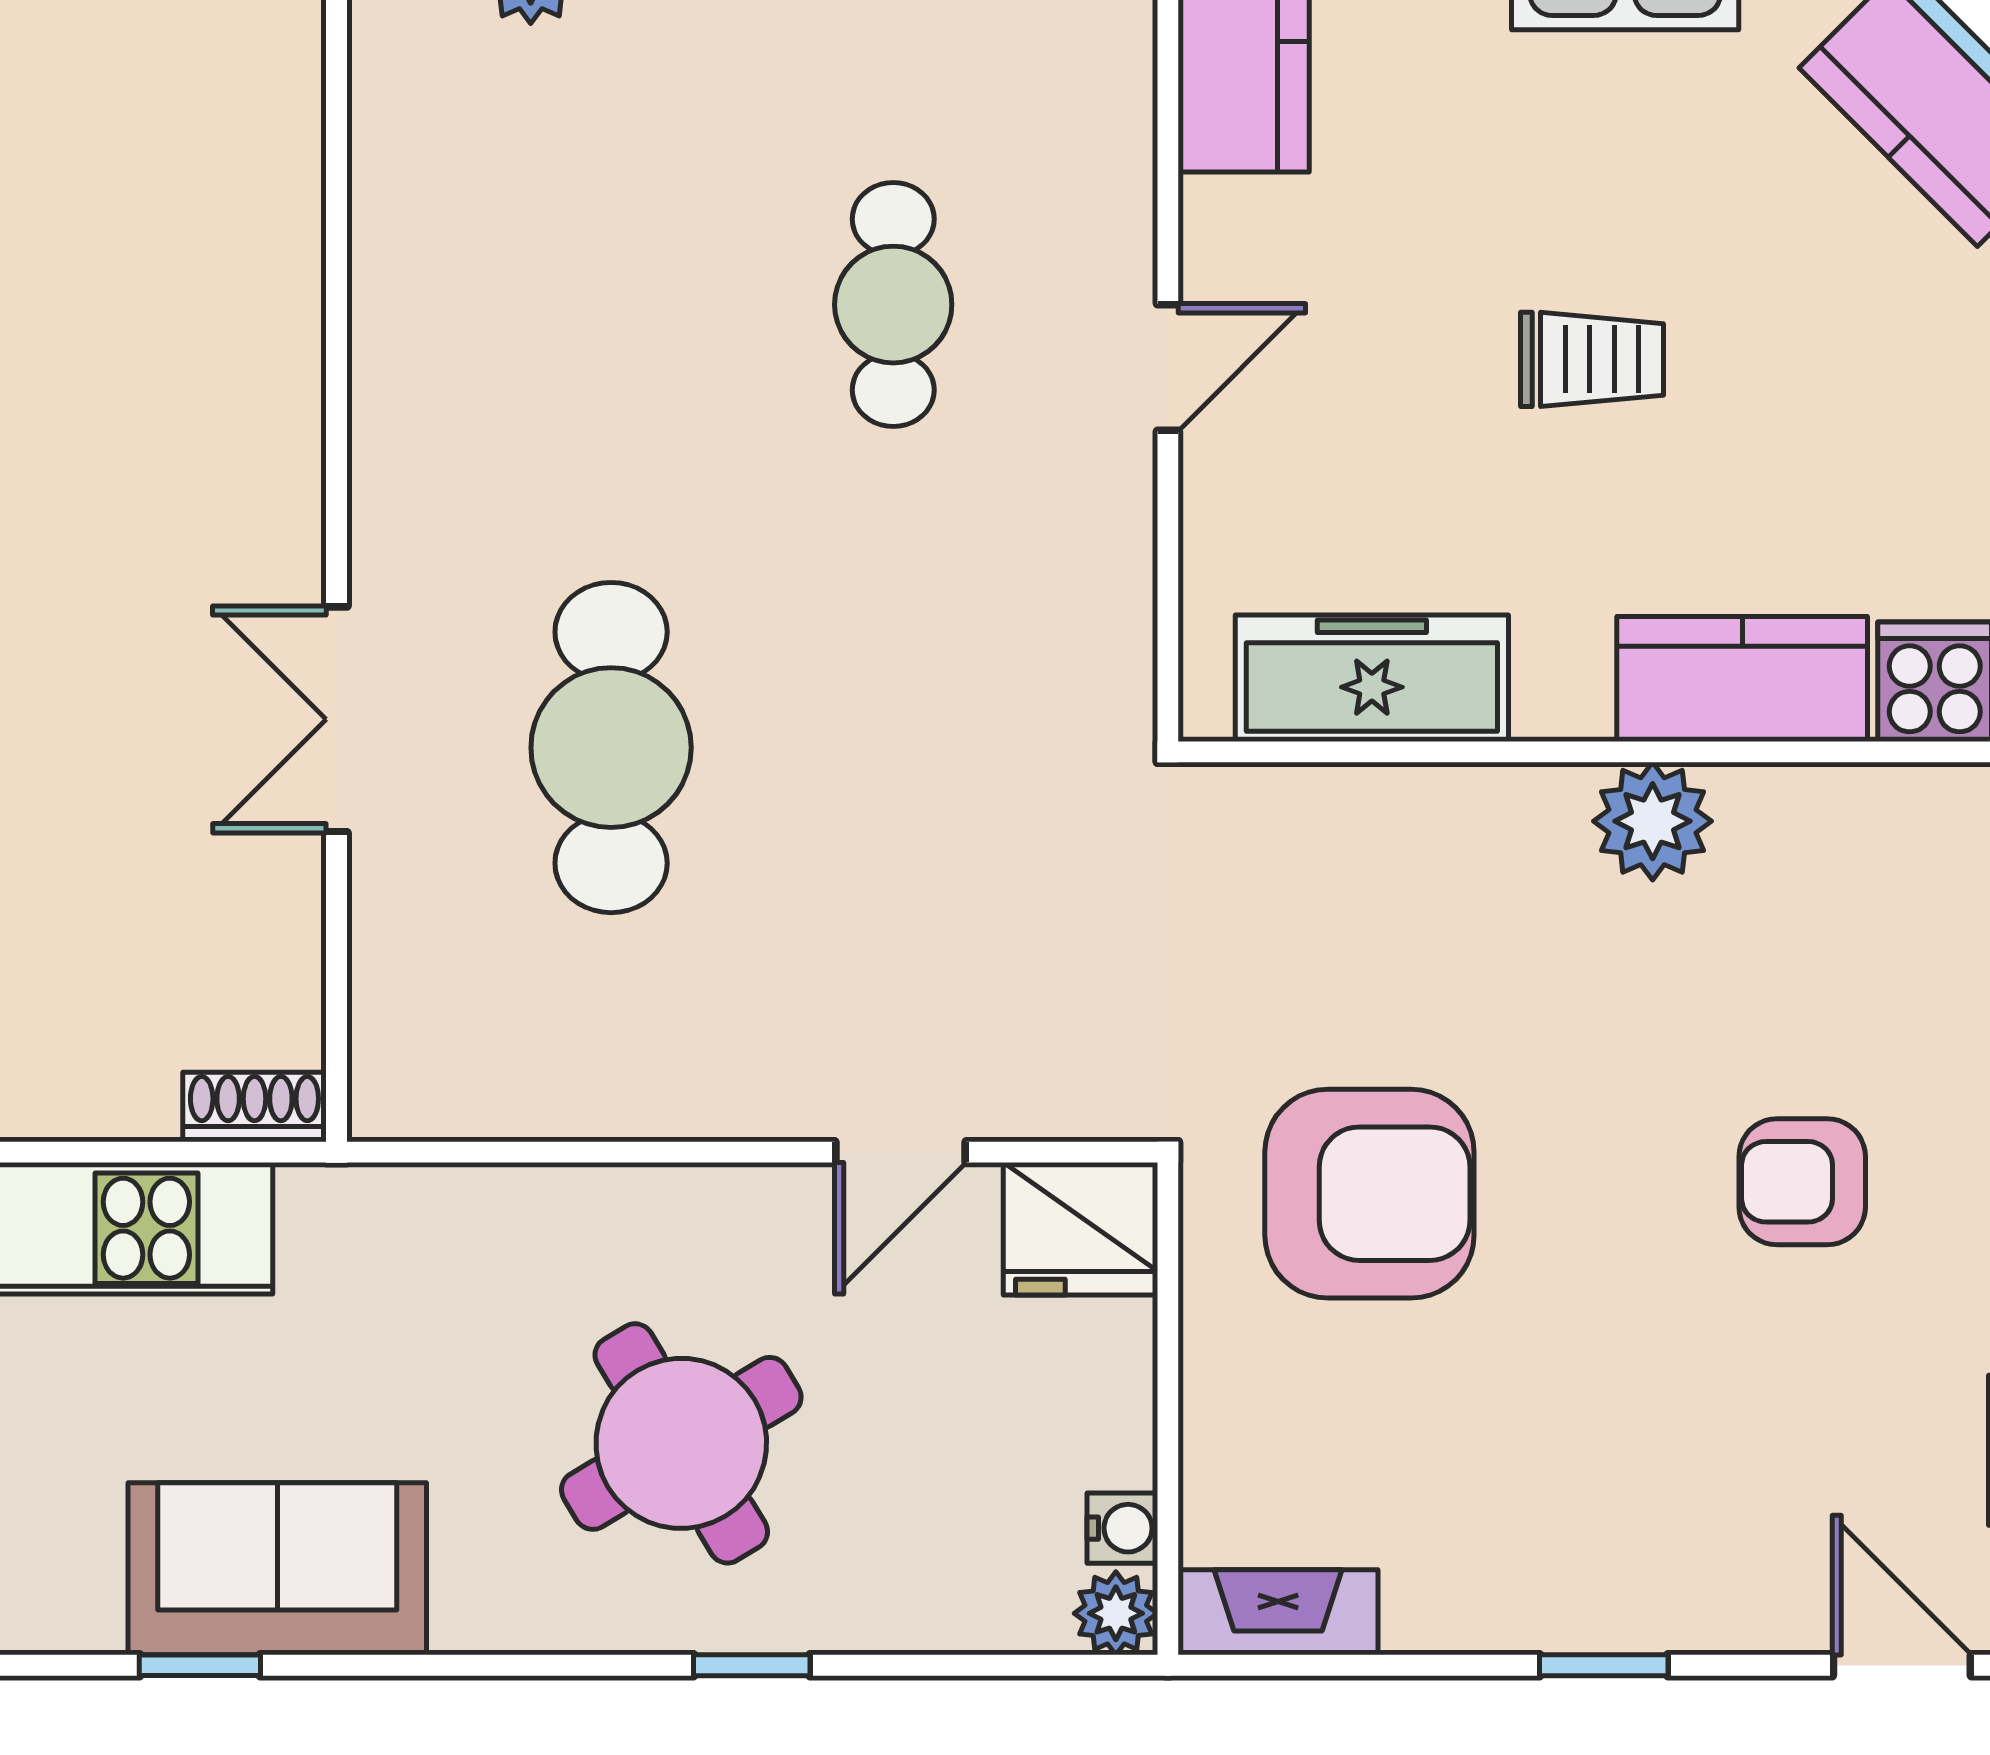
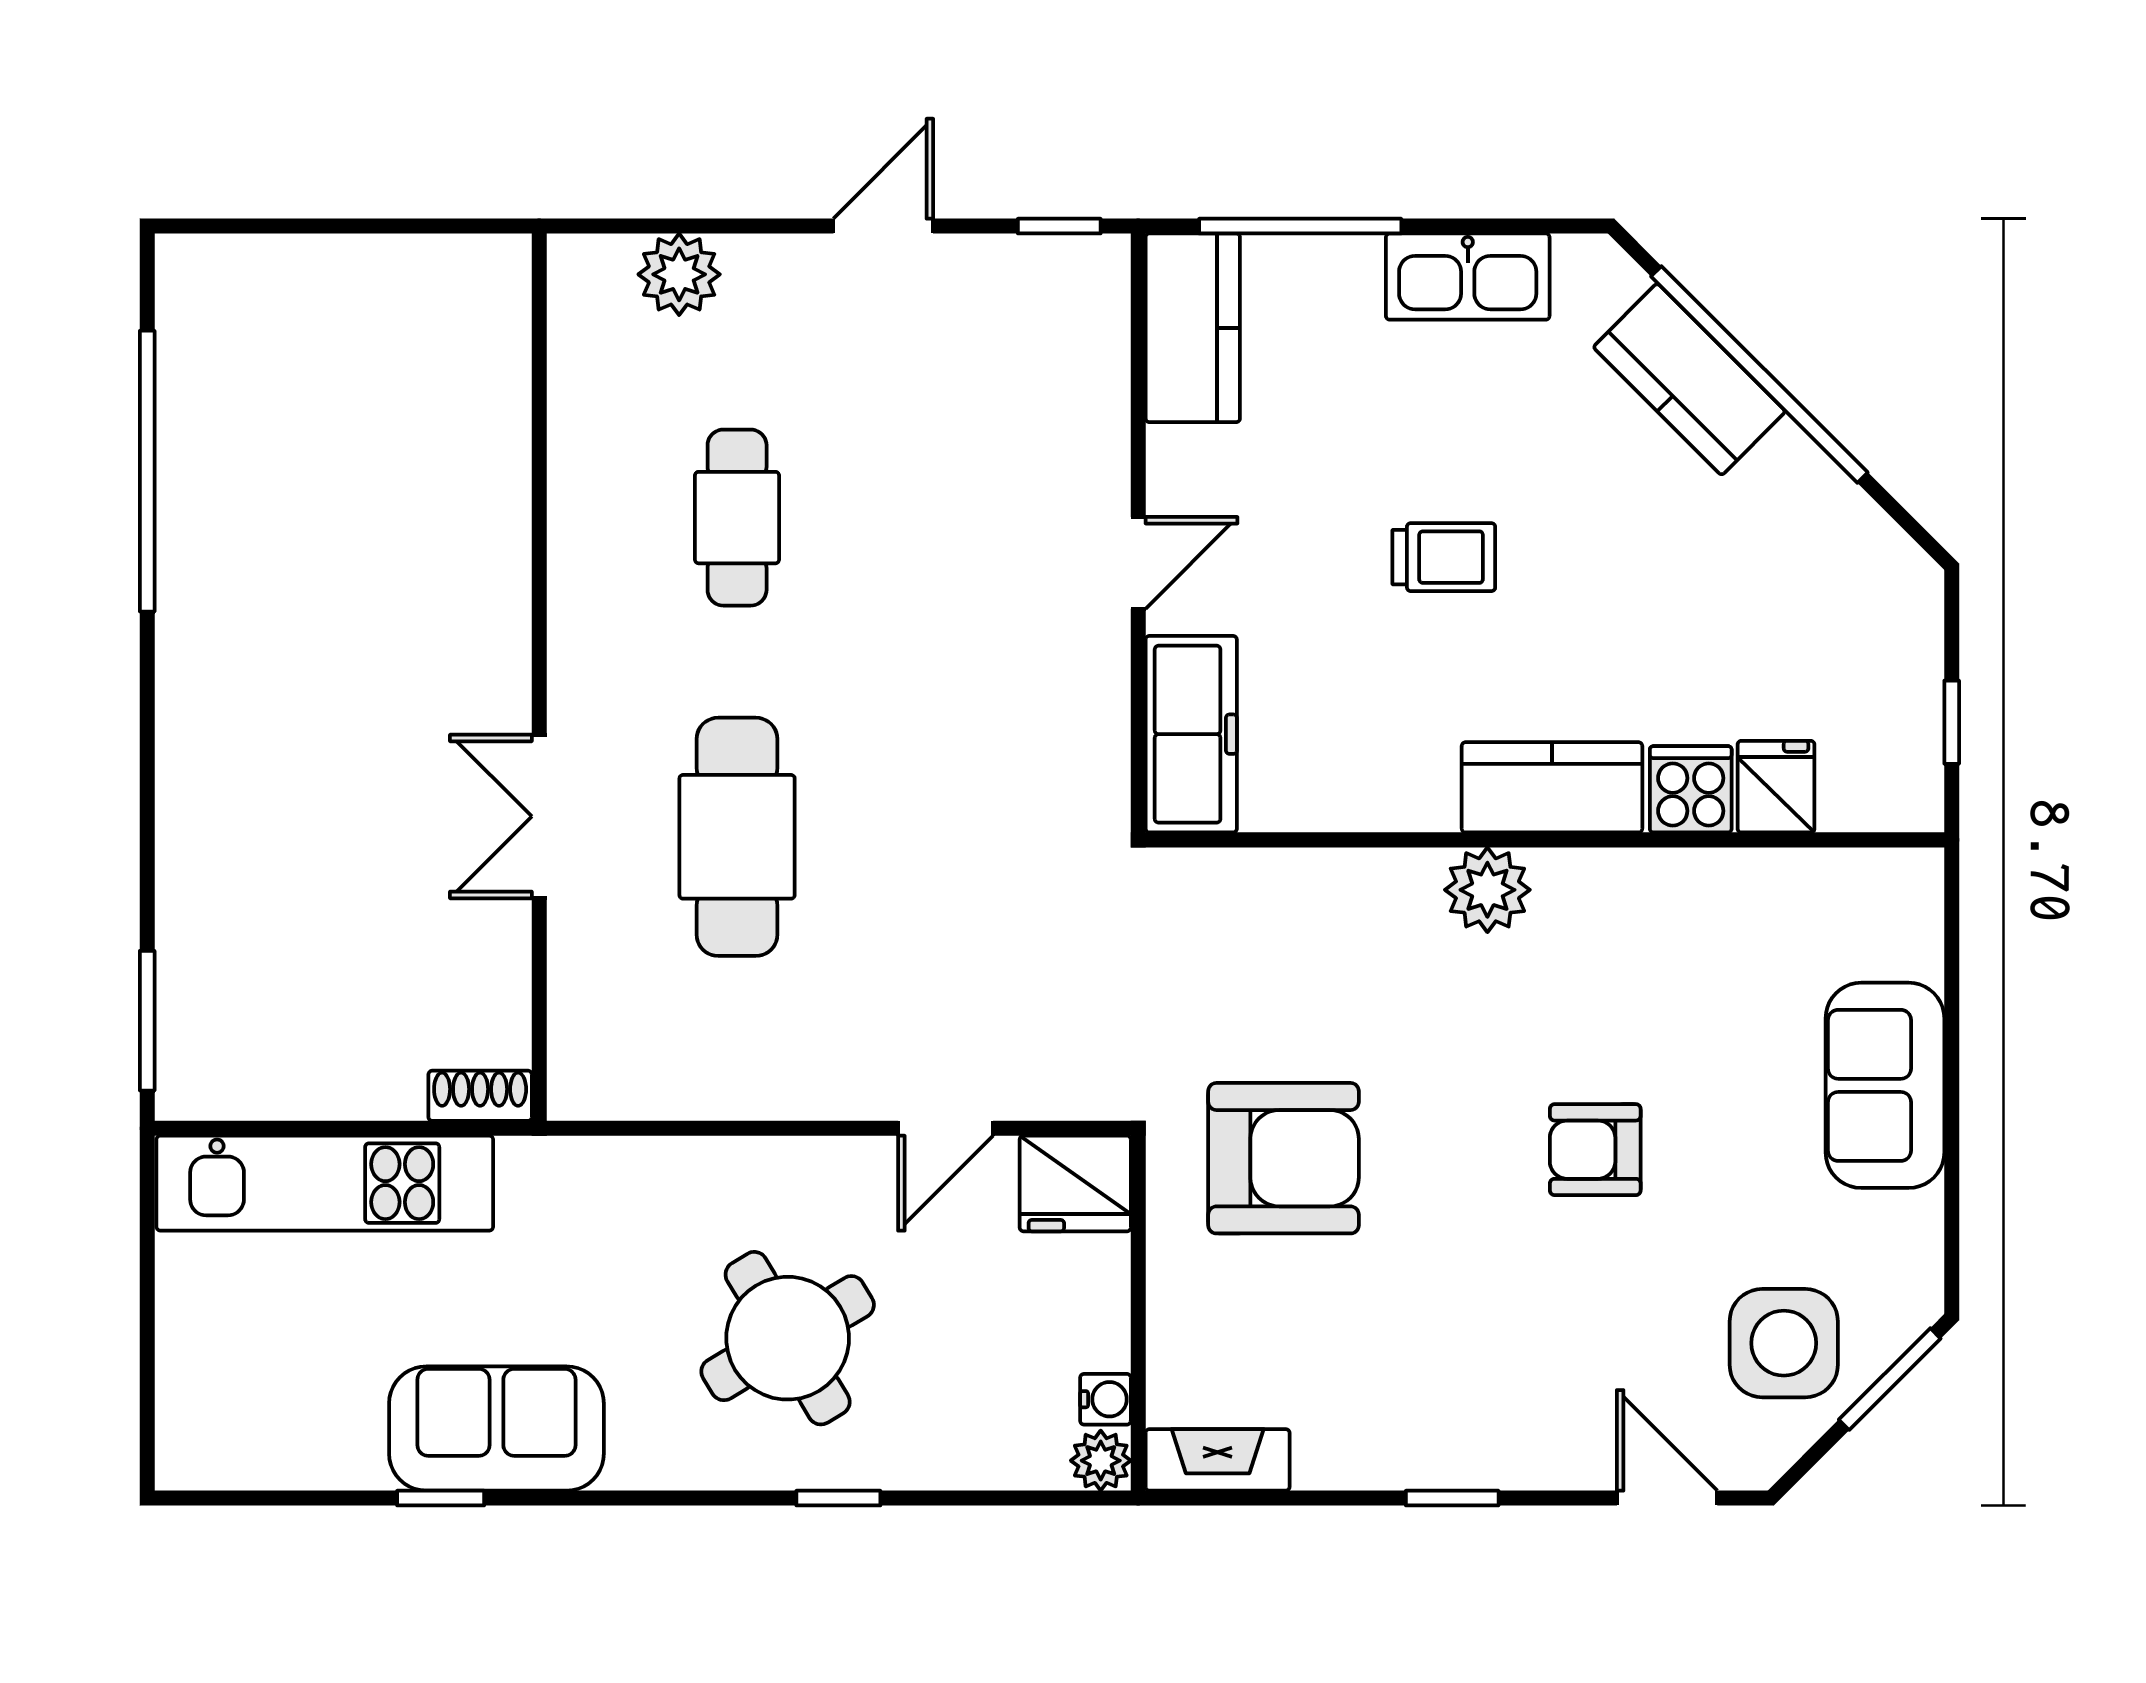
cafe table: (893, 305) -> (737, 518), moved
freezer: (1372, 678) -> (1191, 734), moved, turned 90

